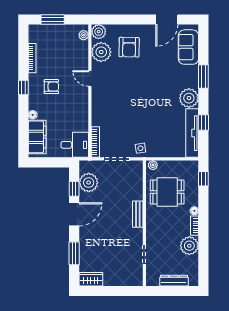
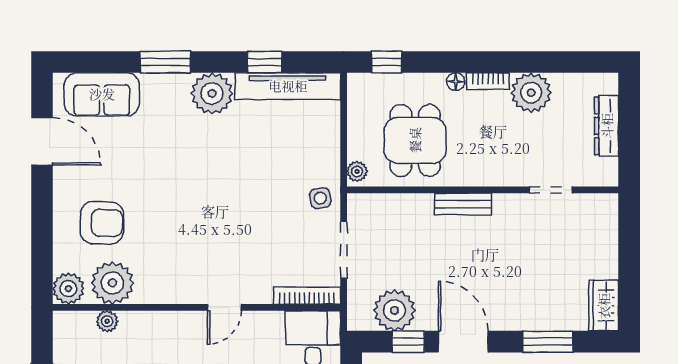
plant: (84, 35) -> (107, 321), moved
door: (90, 79) -> (224, 307), moved

